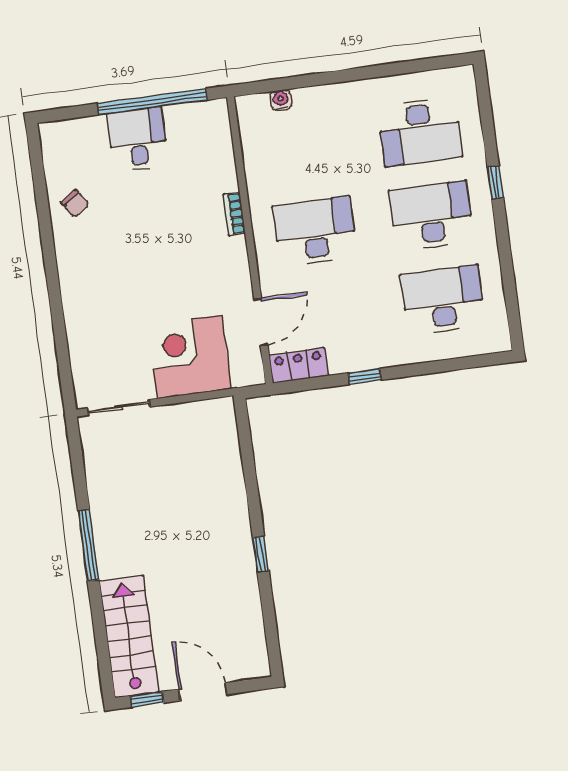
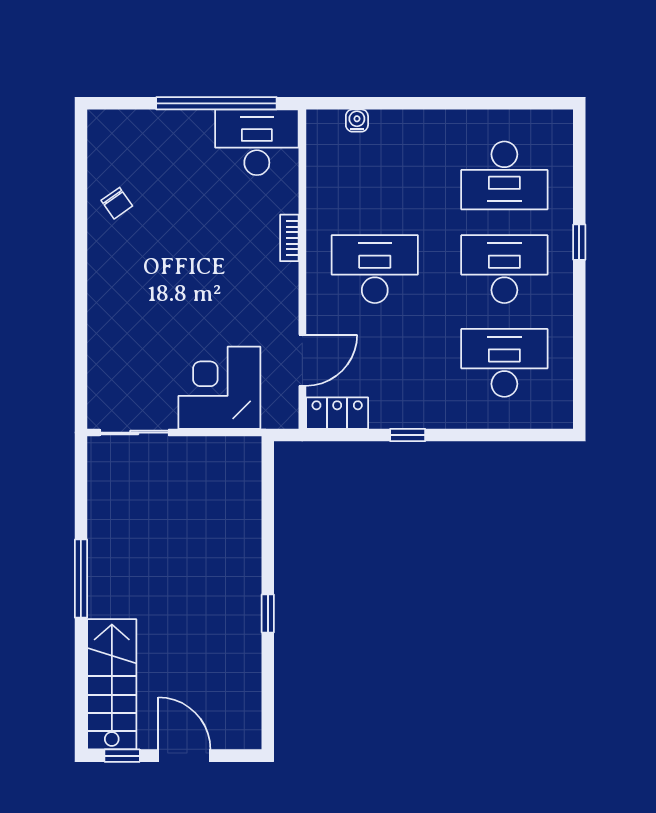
desk: (138, 139) -> (257, 142), moved, width x1.37

